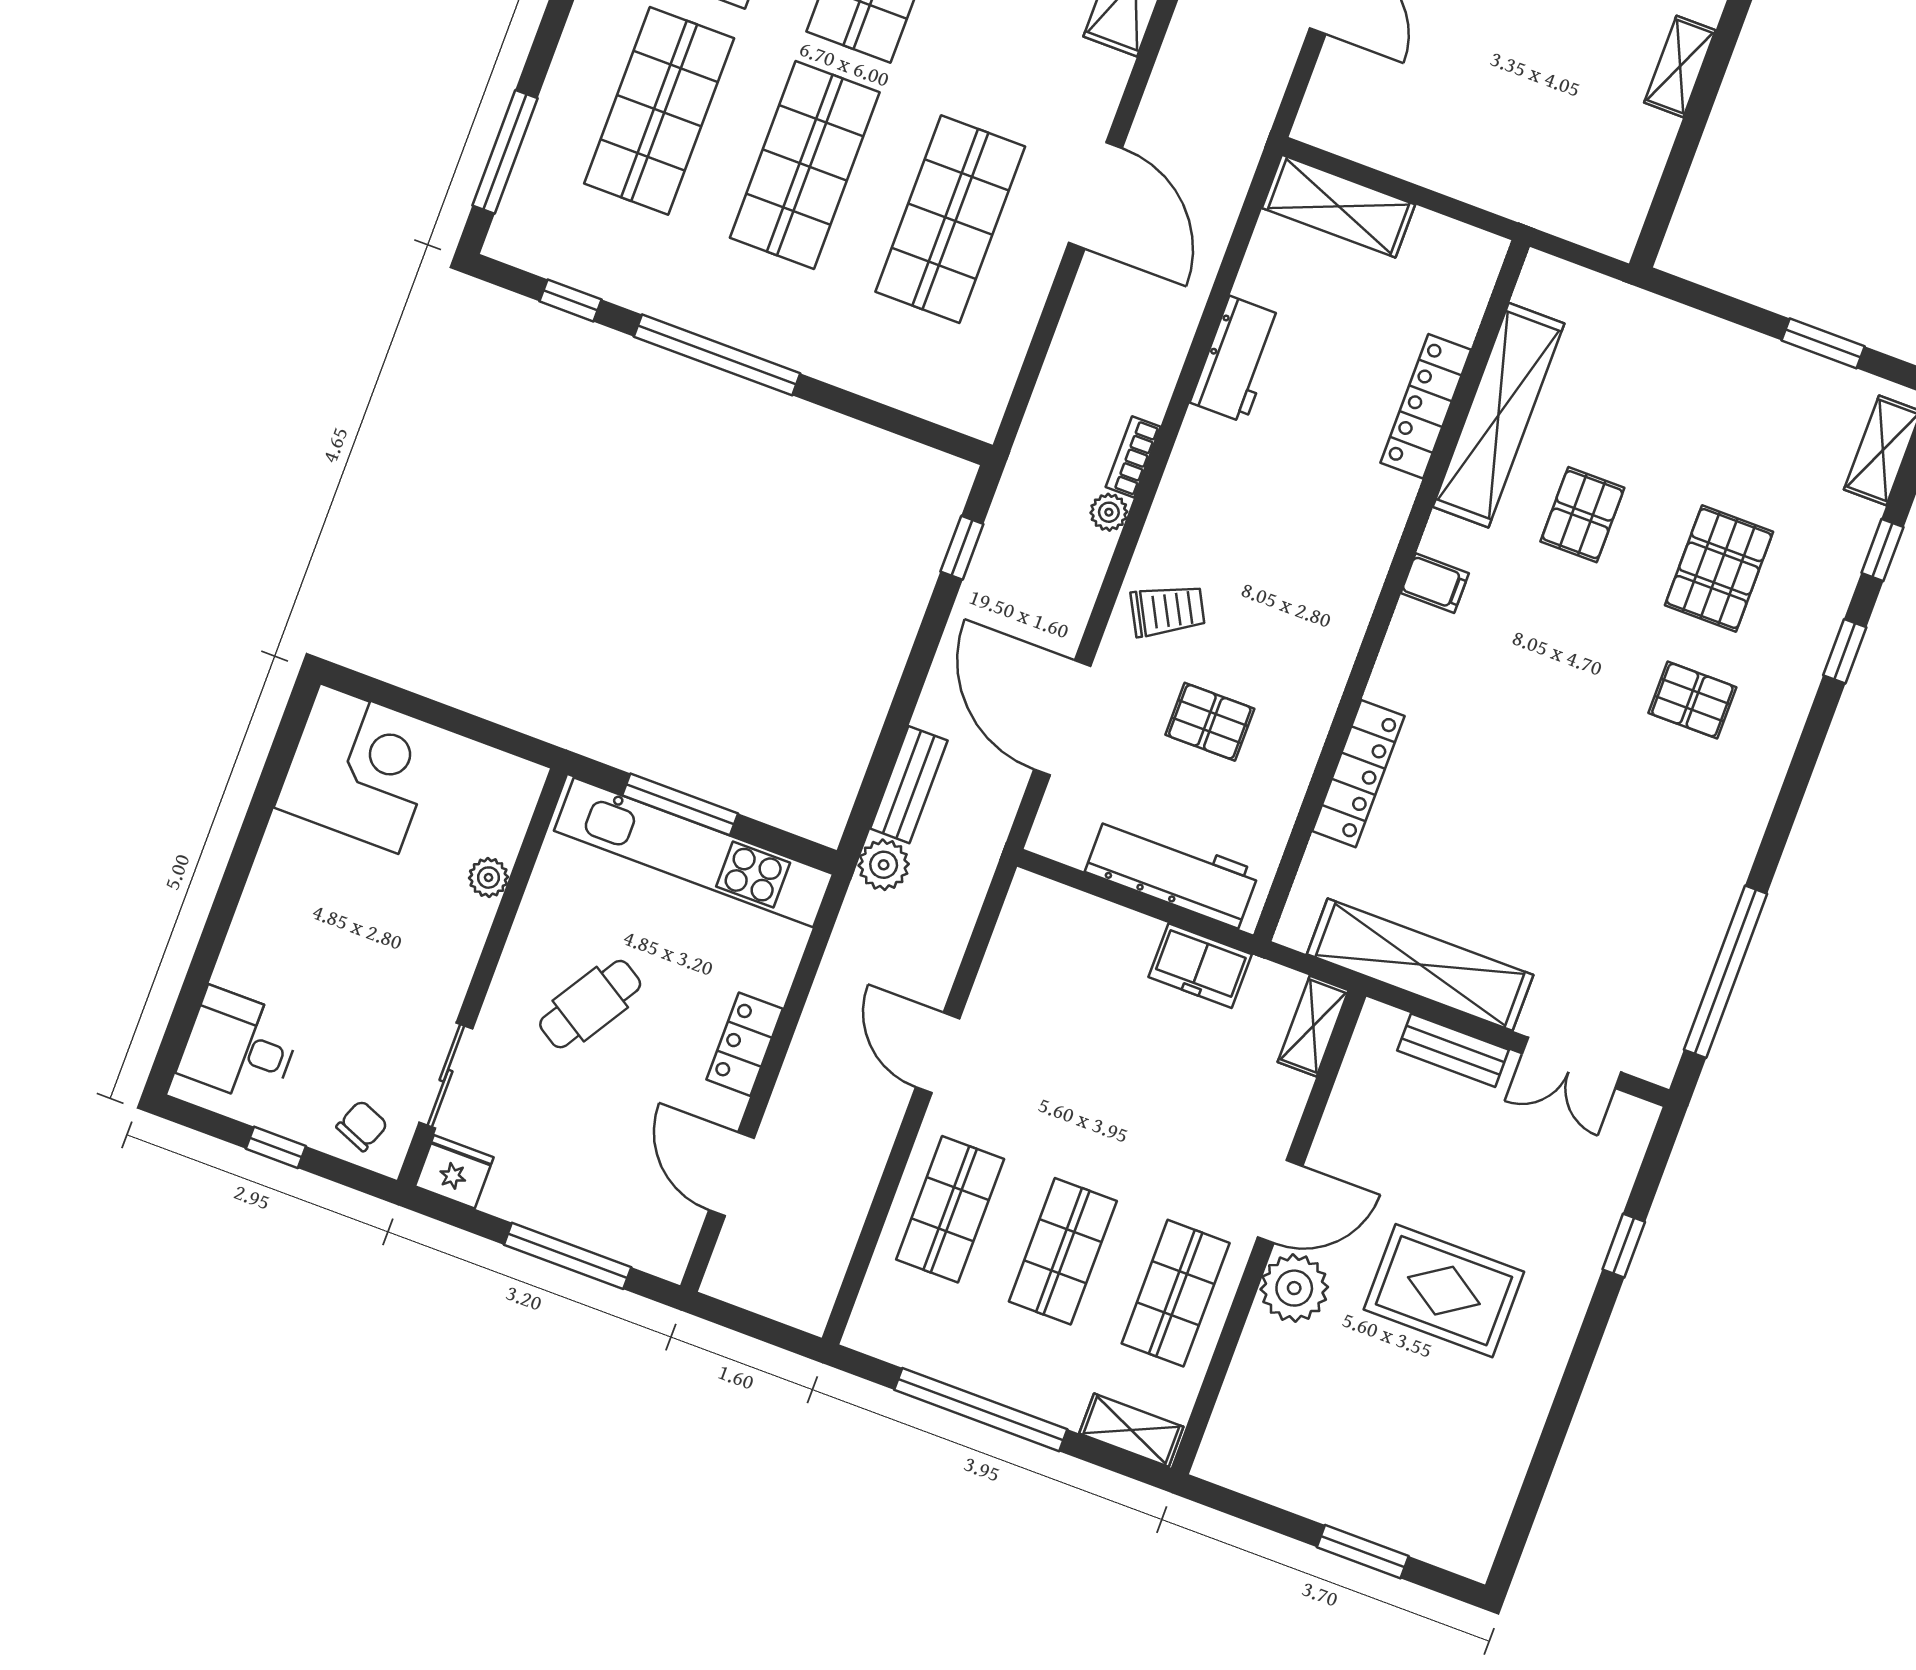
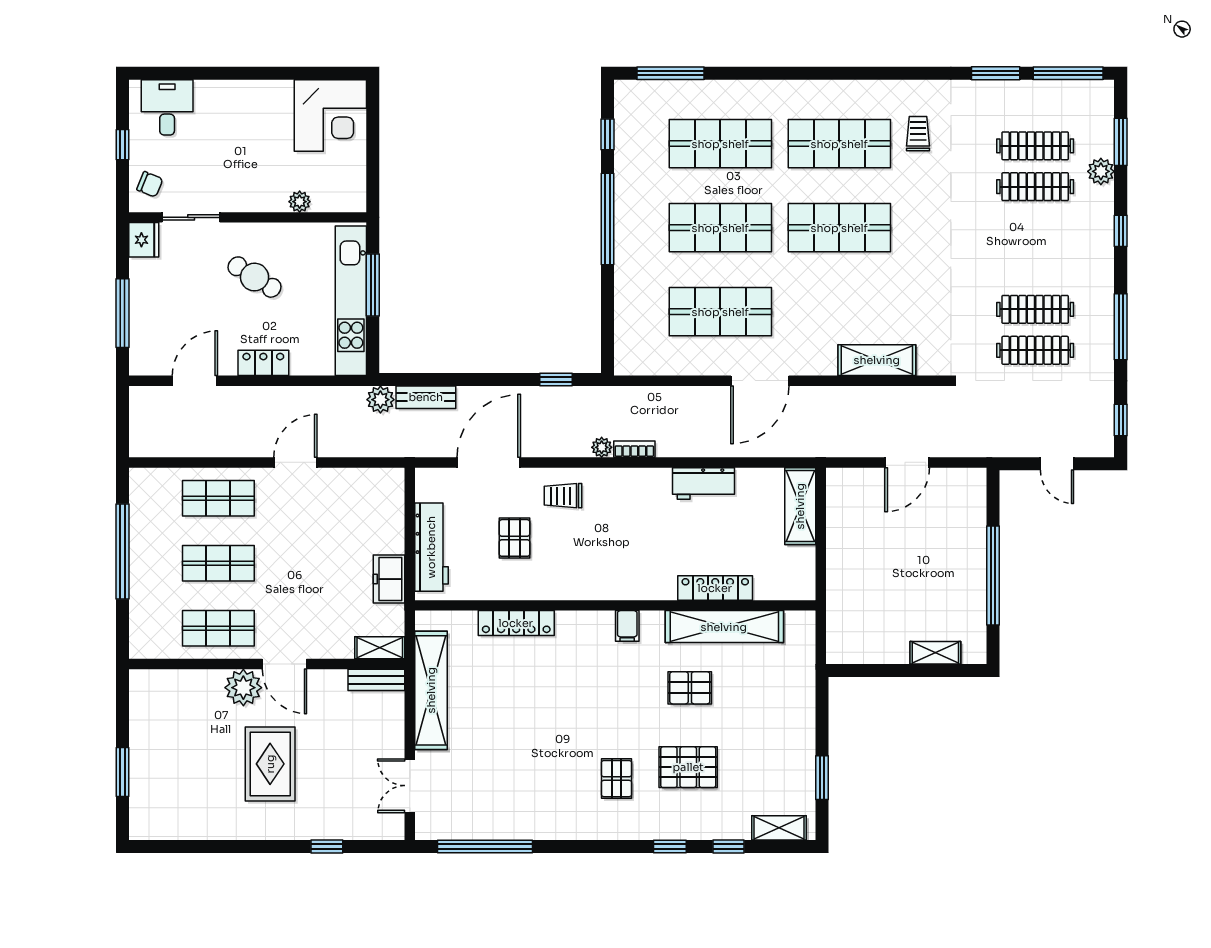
trolley: (1168, 610) -> (563, 496), turned 118
bench: (1453, 1050) -> (376, 680), moved, turned 90
shelving: (1131, 1430) -> (141, 632), removed

